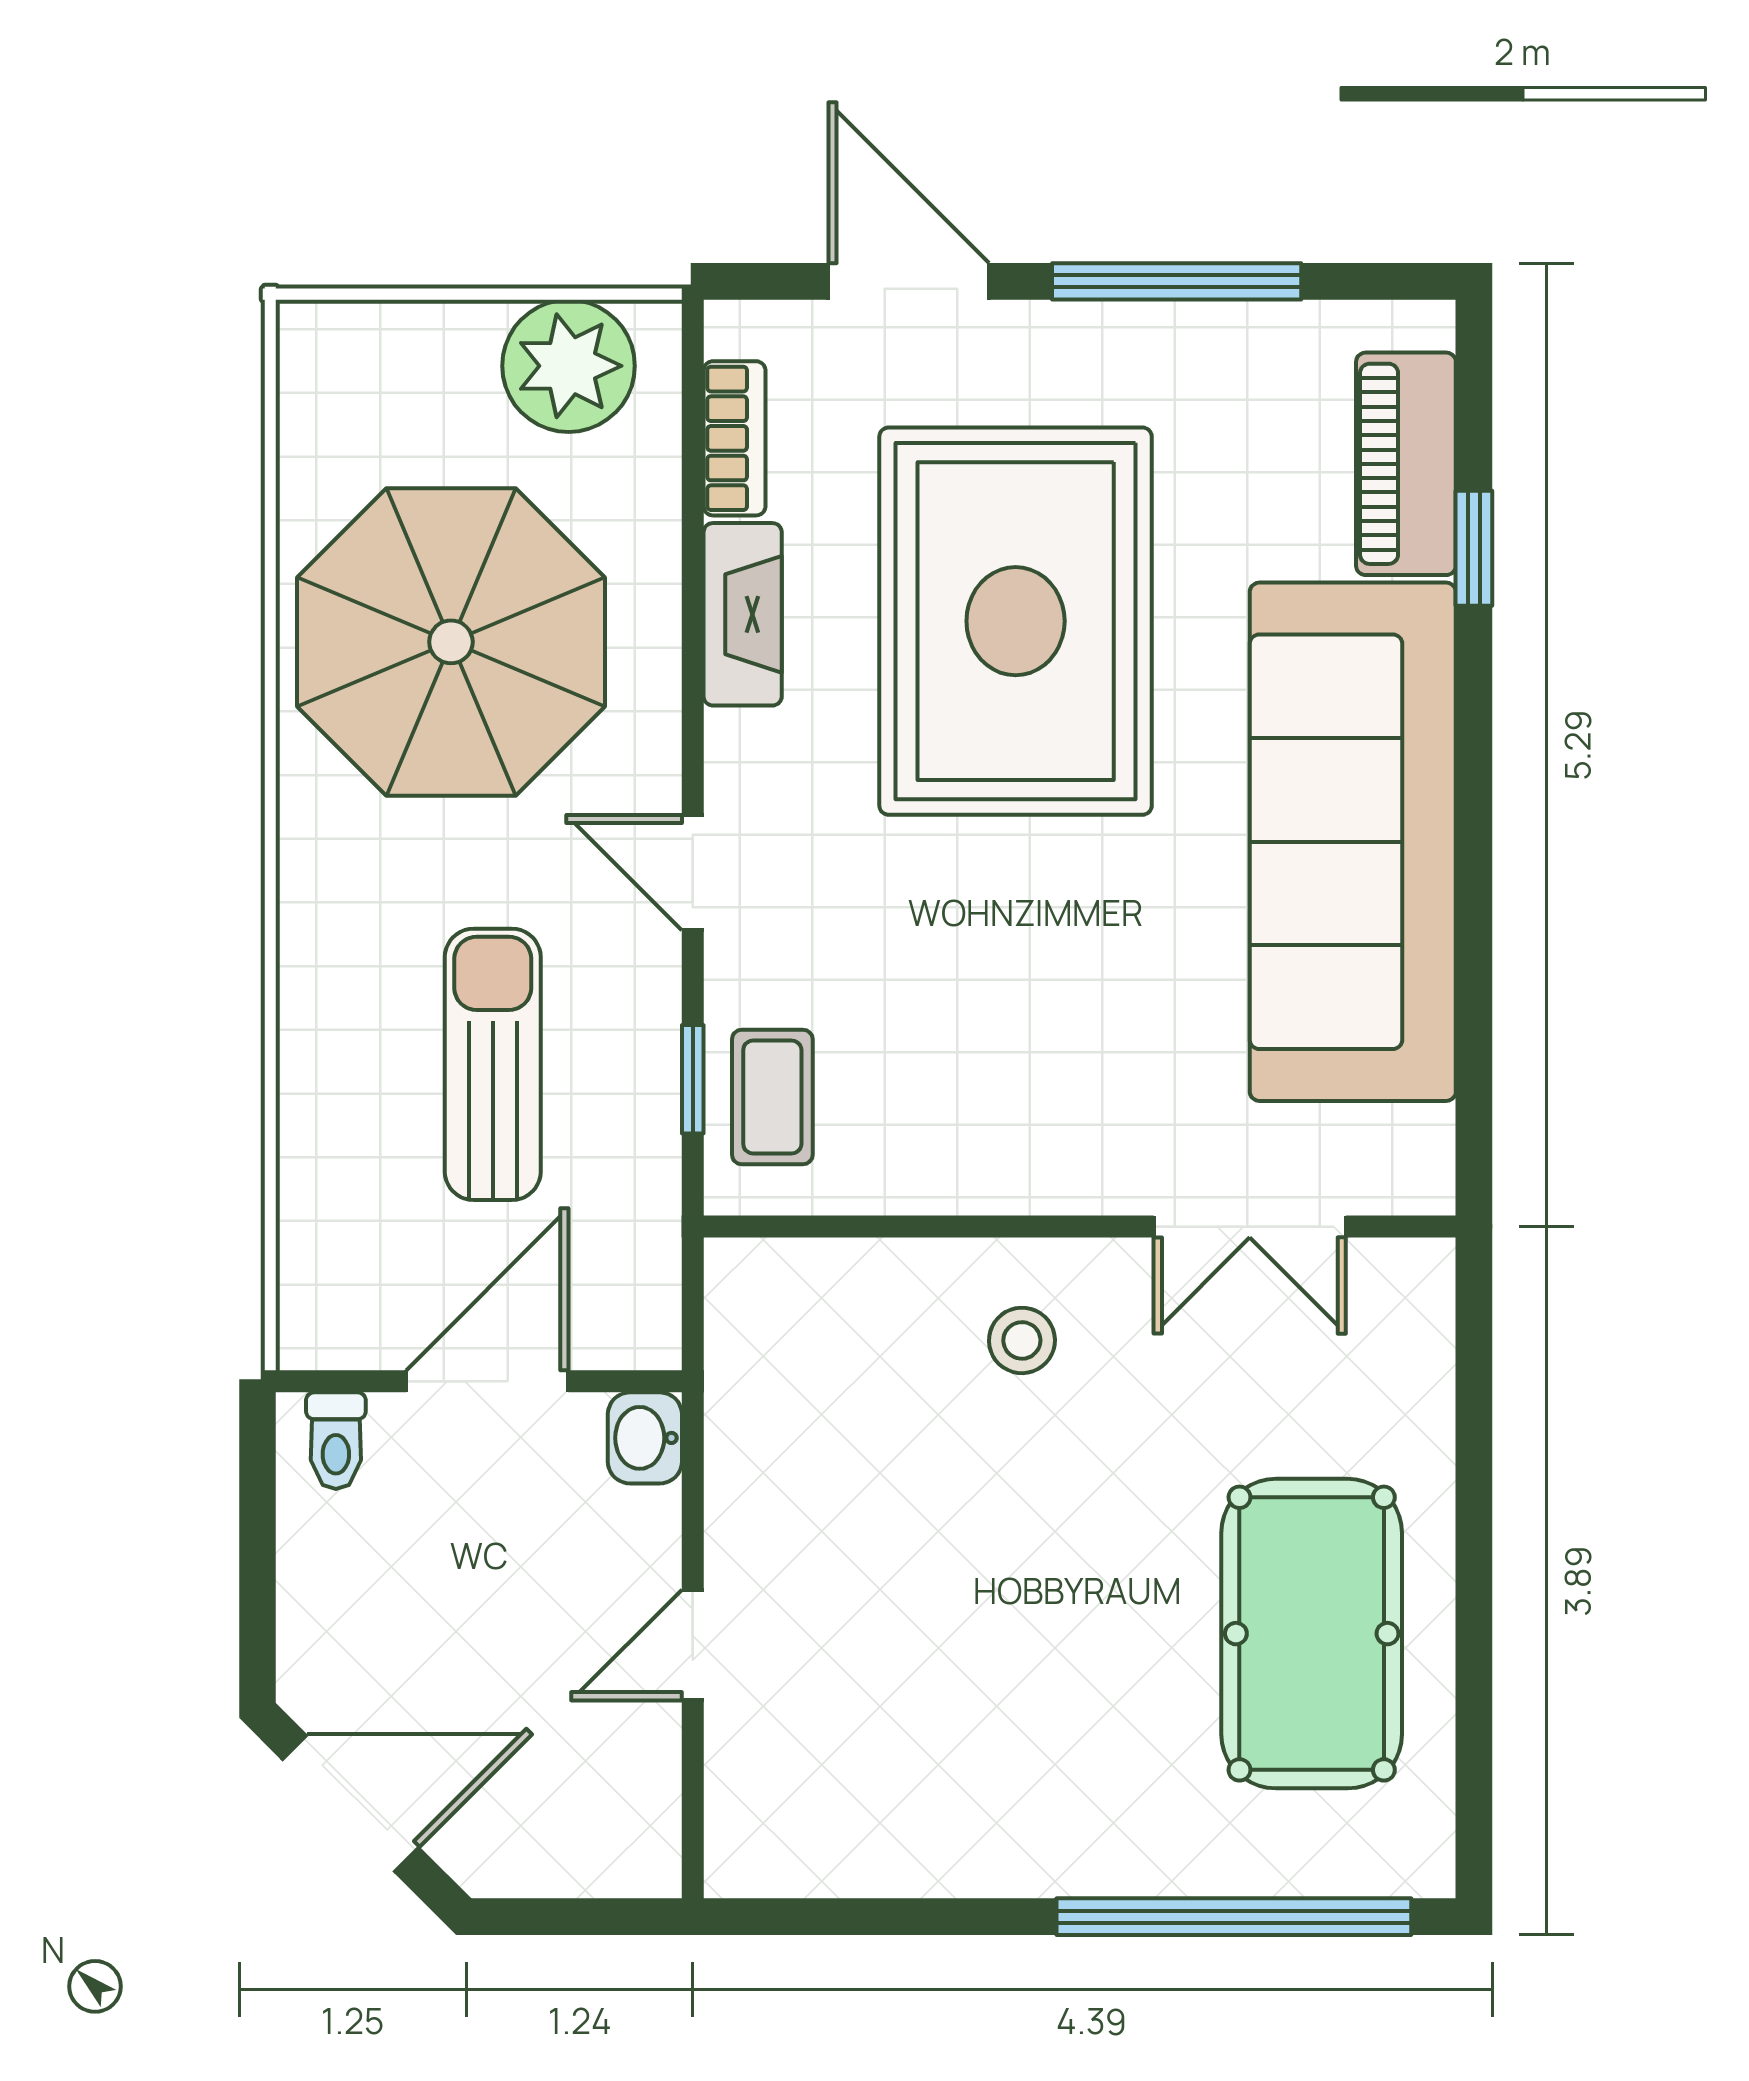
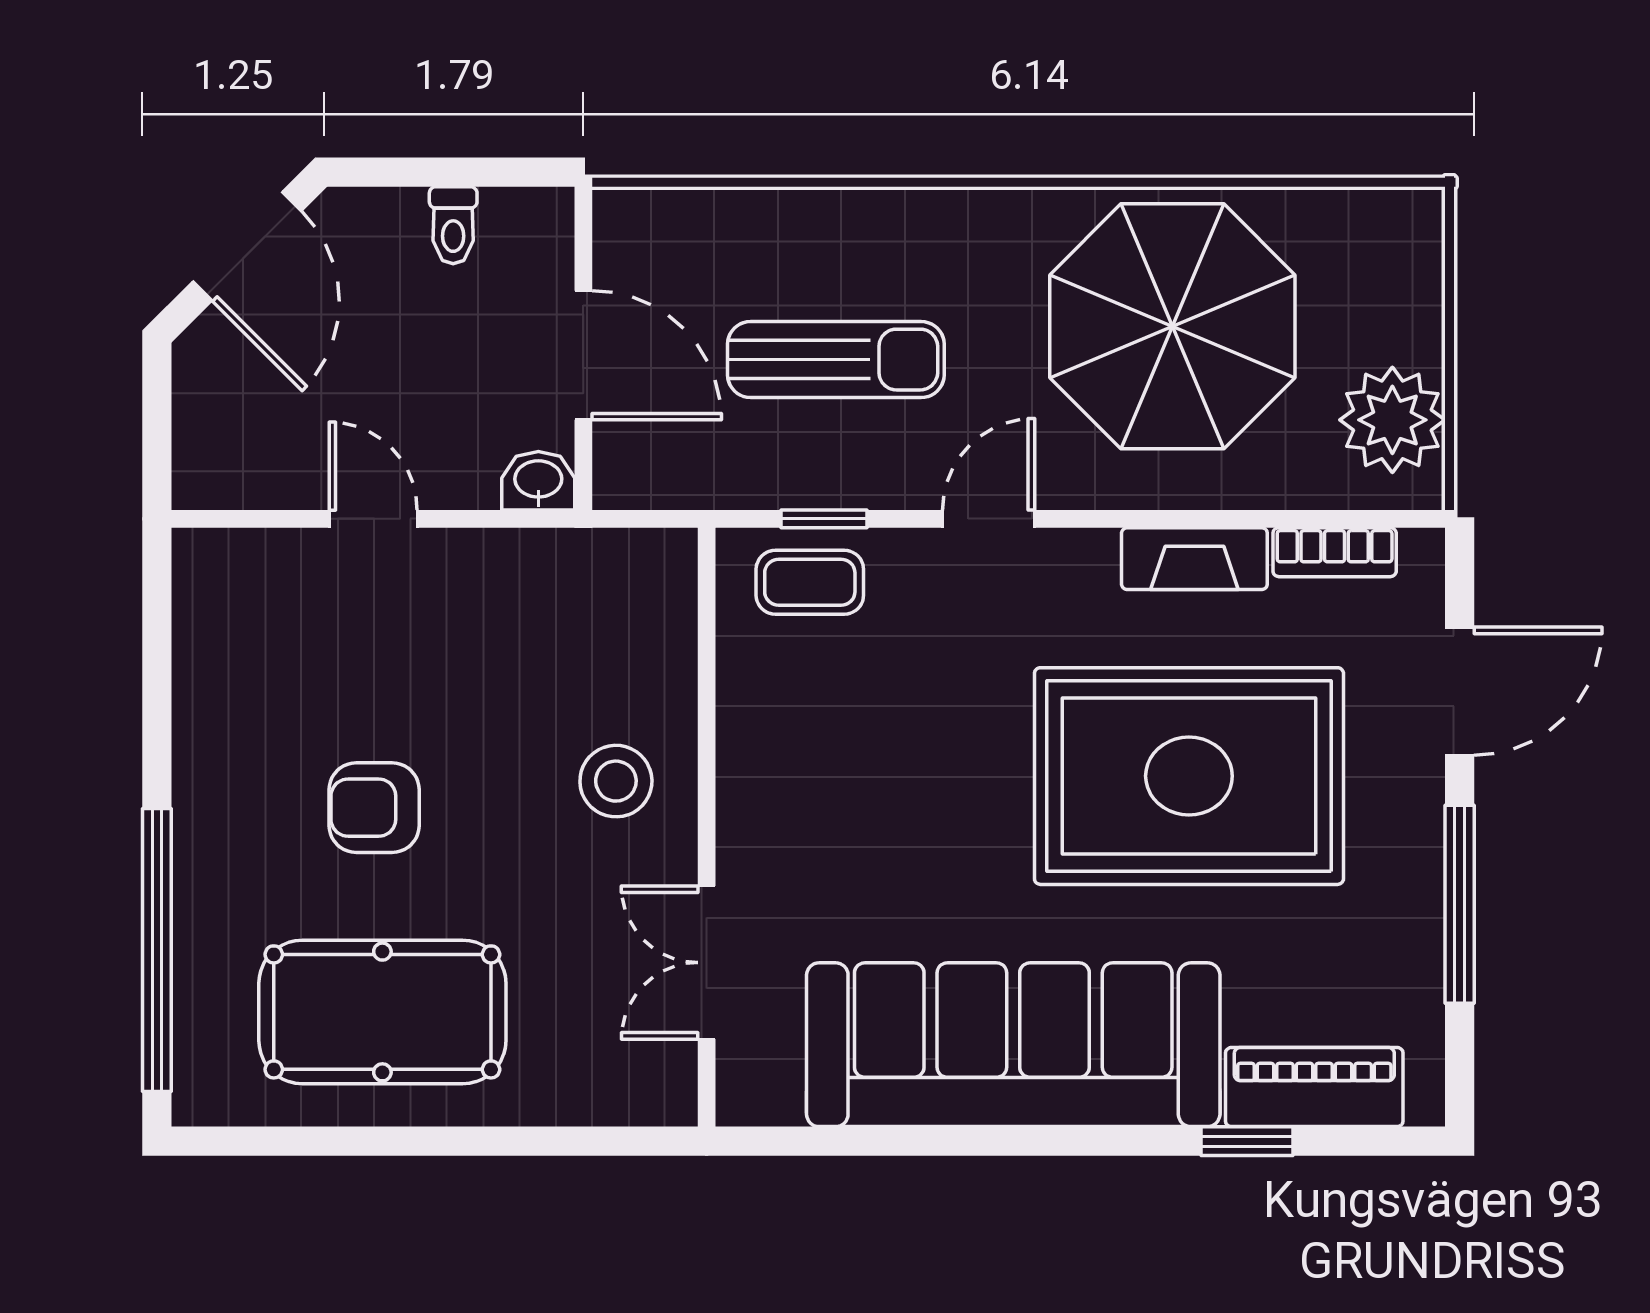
stool: (1022, 1340) -> (616, 781), width x1.37, depth x1.37
toilet: (336, 1441) -> (453, 225), moved, turned -90
armchair: (1055, 1644) -> (374, 808), added

